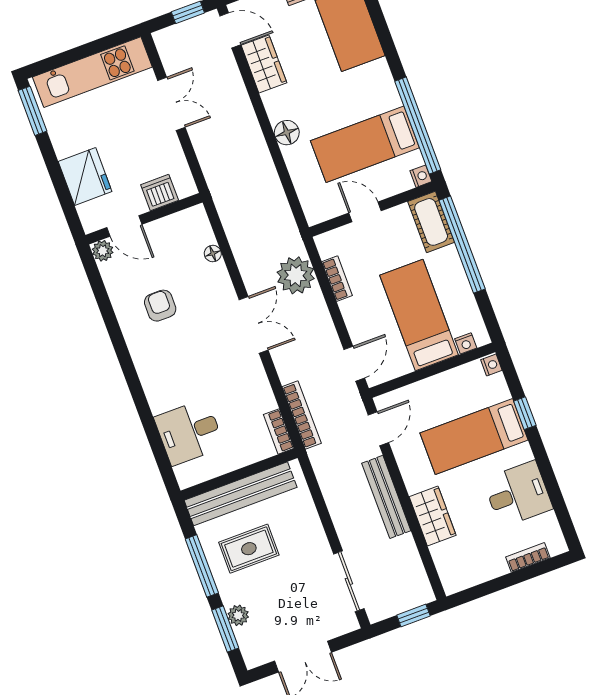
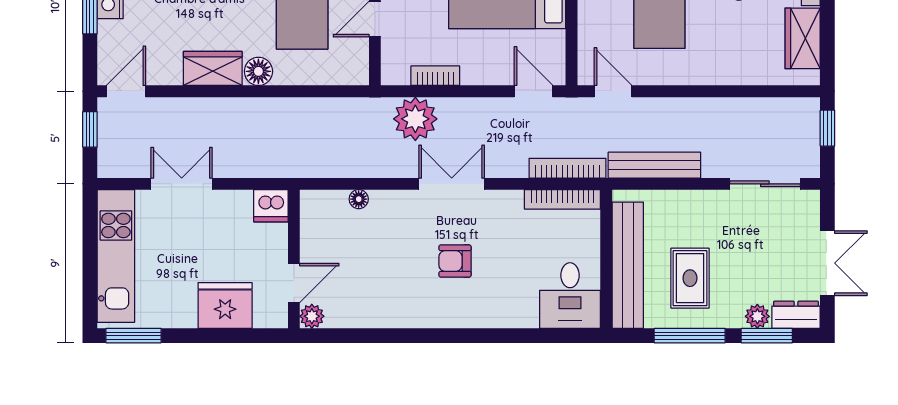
wardrobe: (264, 64) -> (213, 68), moved
dishwasher: (160, 193) -> (271, 206), moved, turned -90
armchair: (160, 306) -> (455, 261), moved
bookcase: (279, 431) -> (562, 199), width x1.56
desk: (189, 432) -> (570, 296), moved
bench: (386, 497) -> (654, 165), moved
wardrobe: (433, 516) -> (803, 38), moved, turned -90
dresser: (251, 647) -> (796, 315), added

